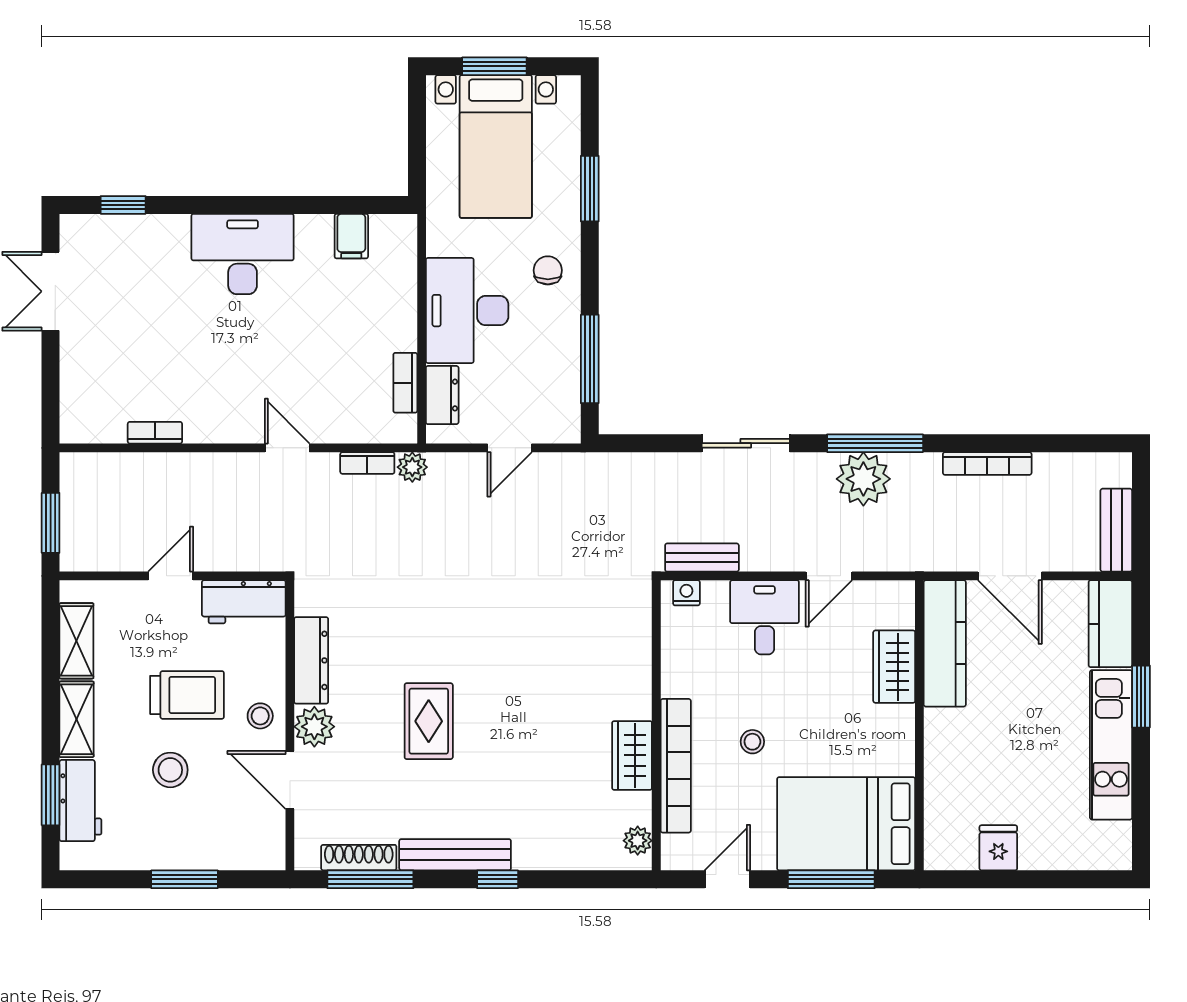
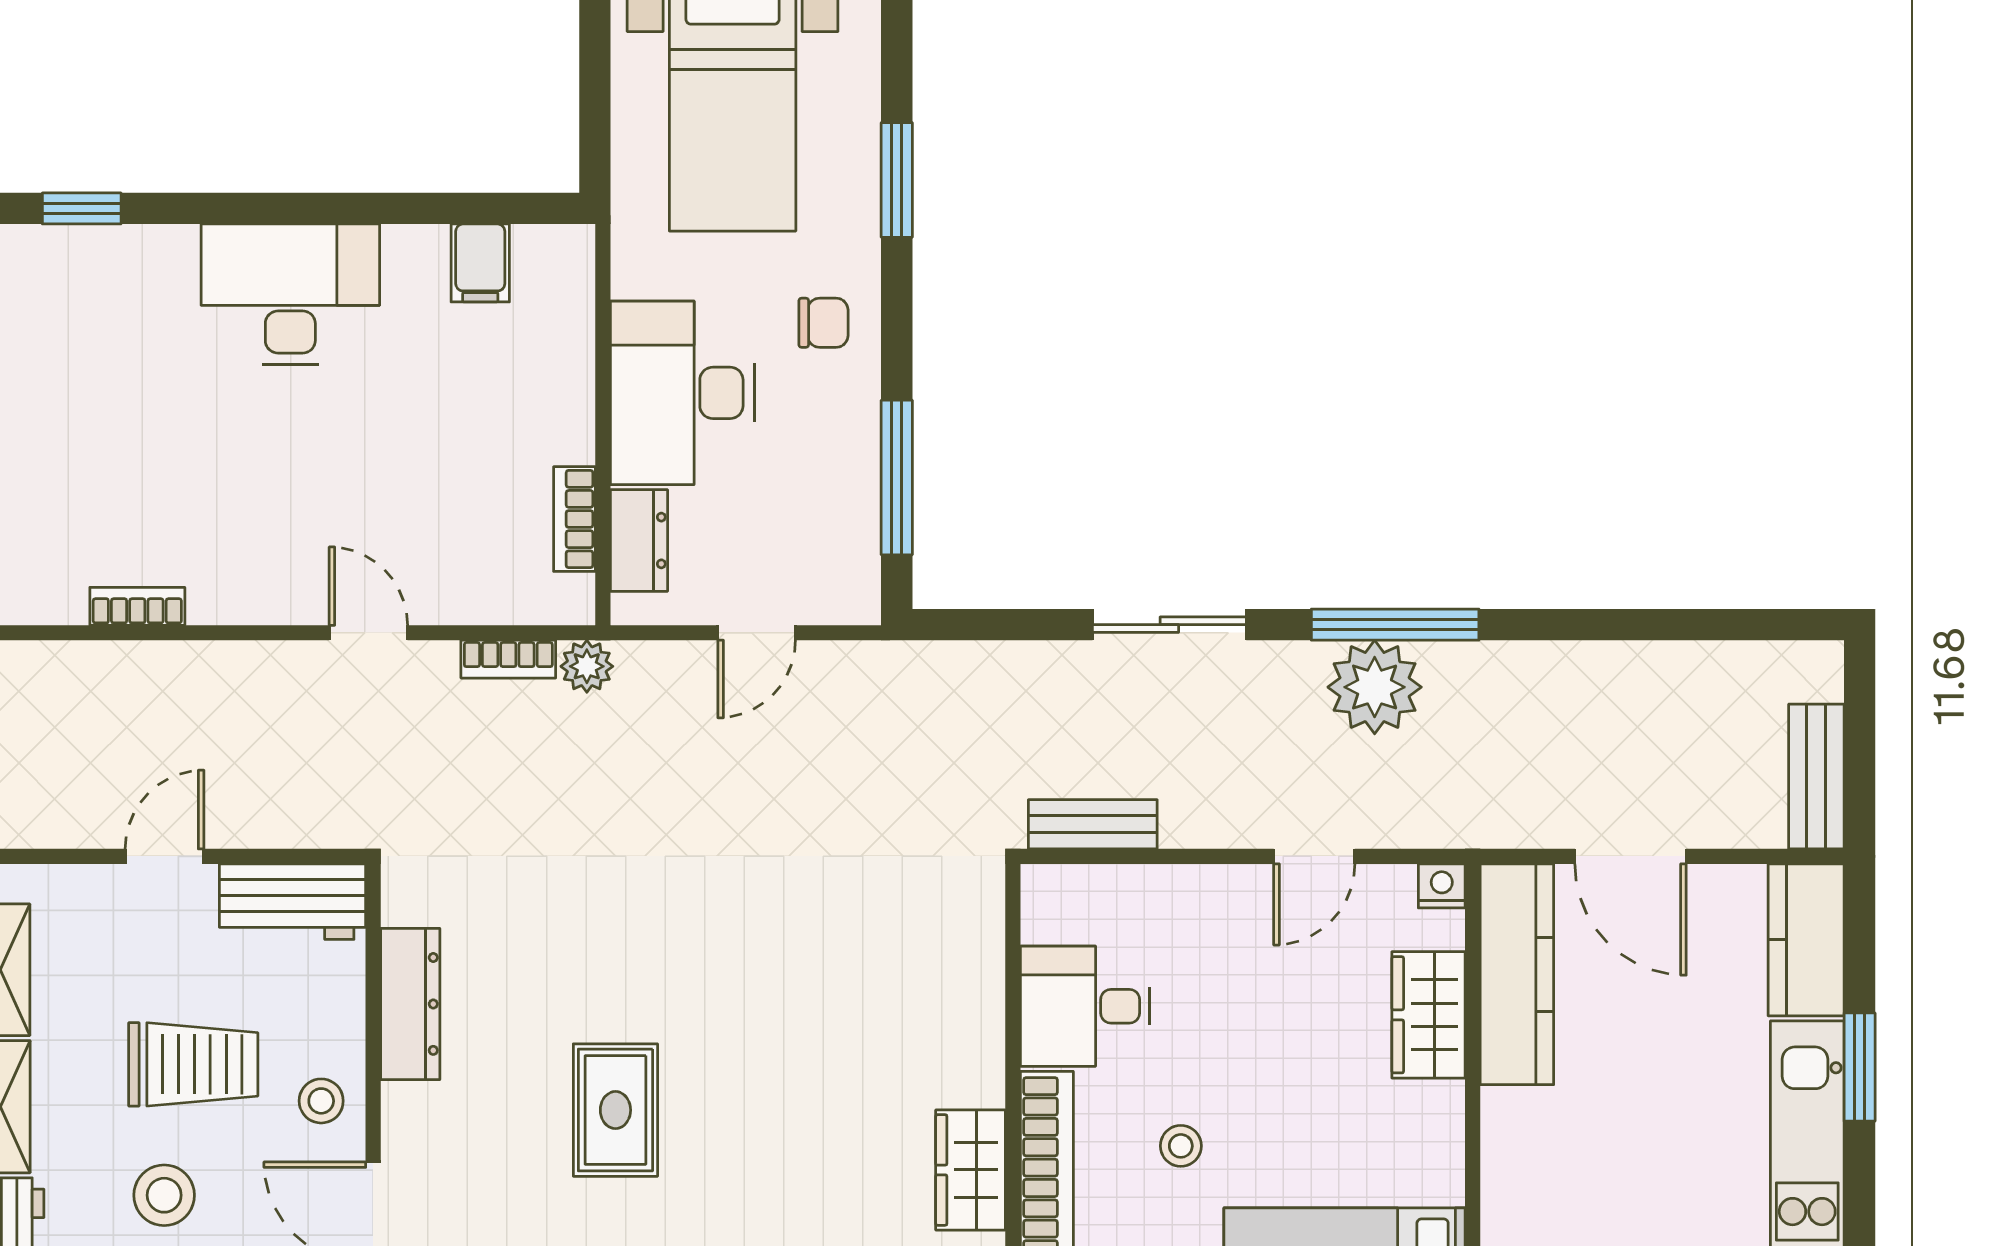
chair: (548, 270) -> (823, 323), turned 90
bookcase: (987, 463) -> (1591, 660), removed
nightstand: (686, 593) -> (1442, 886), moved
desk: (765, 617) -> (1085, 1006), moved, turned -90
plant: (314, 727) -> (416, 1120), removed

